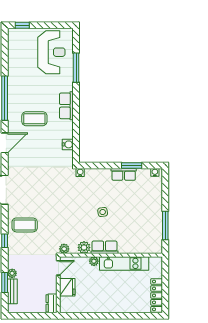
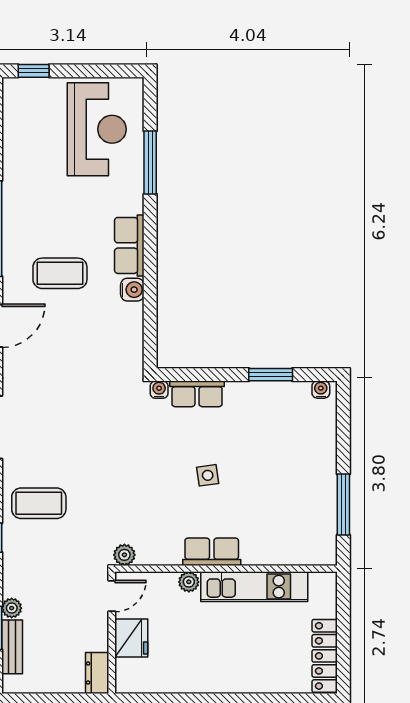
water cooler: (68, 144) -> (132, 290), moved
row of seats: (124, 174) -> (197, 394), moved
plant: (84, 248) -> (167, 552), removed

